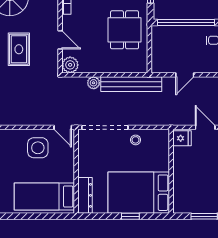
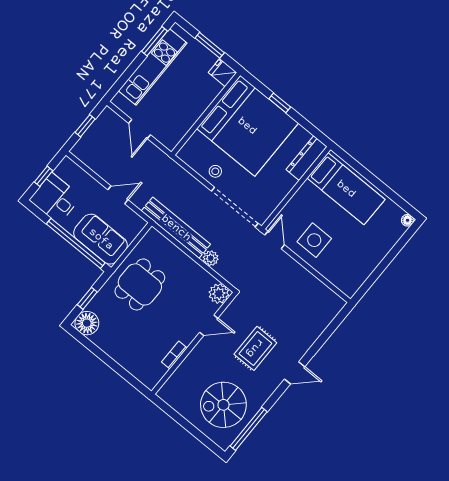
sofa: (173, 38) -> (101, 239), added
door: (60, 40) -> (209, 325), swing flipped
fridge: (182, 138) -> (223, 73), moved
bed: (139, 193) -> (247, 126), width x1.36

